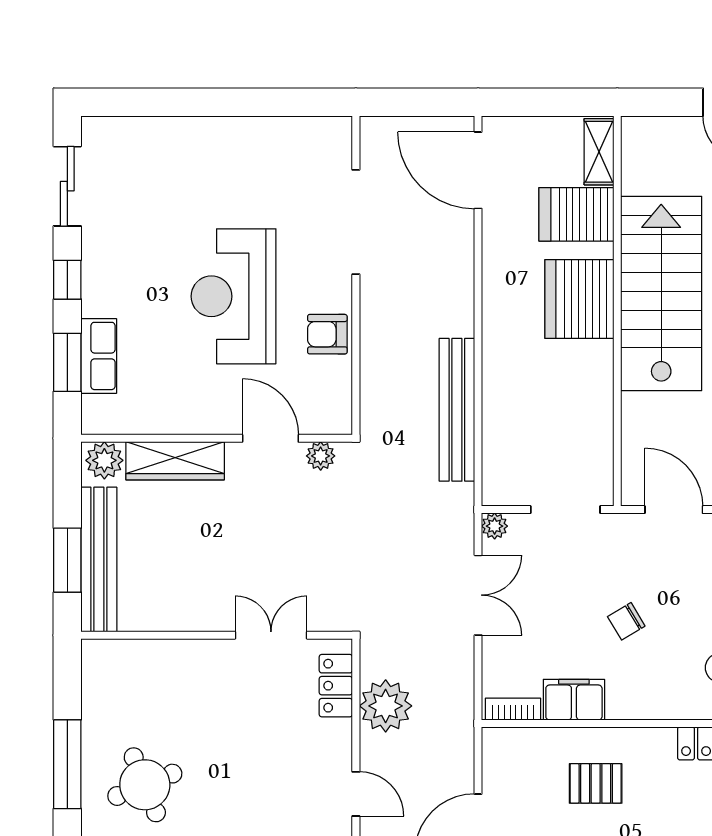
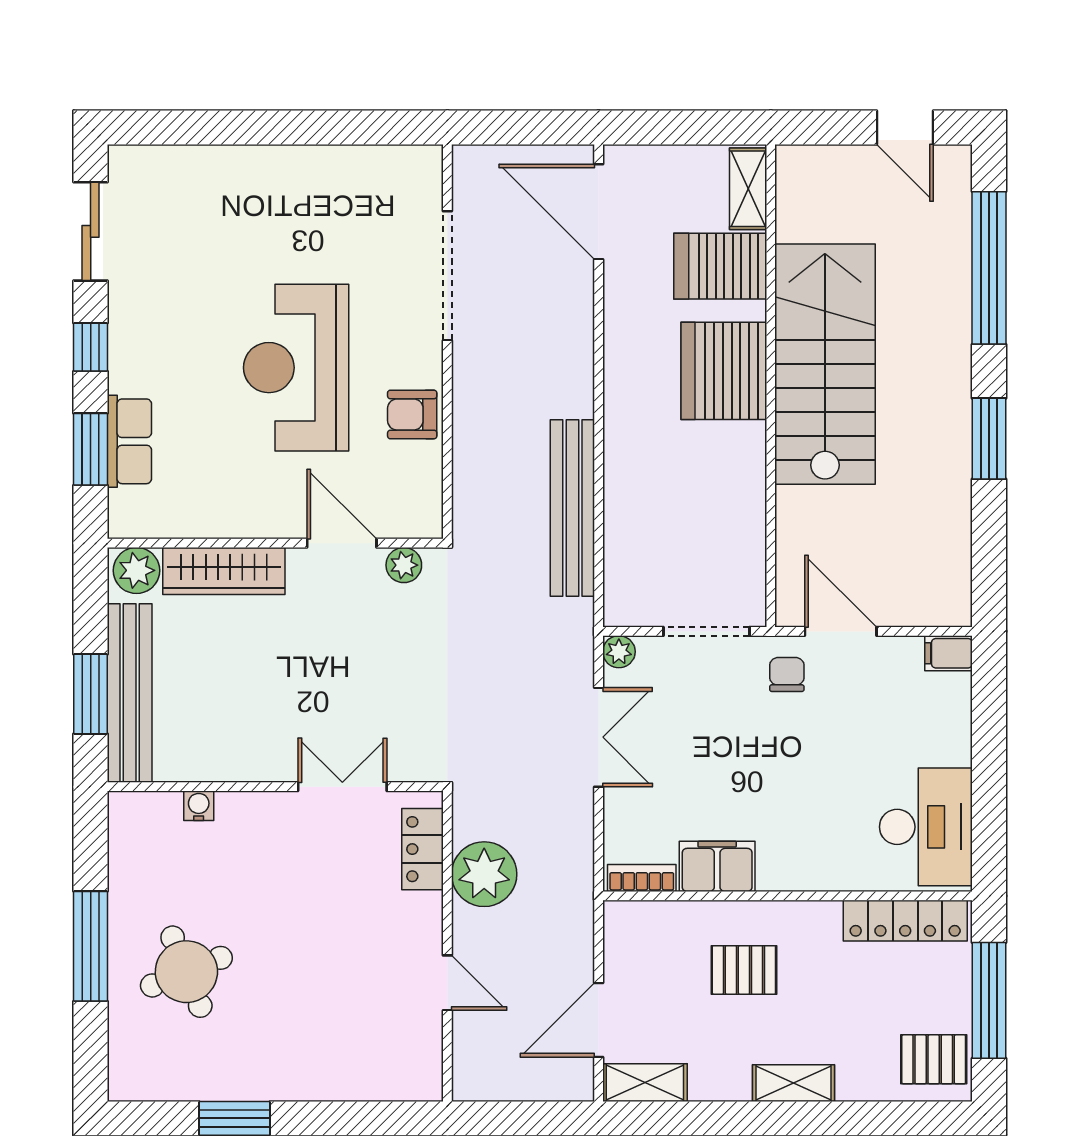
chair: (626, 621) -> (787, 674), moved, turned 121
water cooler: (155, 651) -> (199, 806), added

